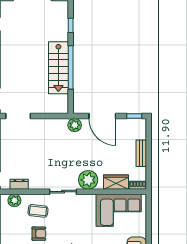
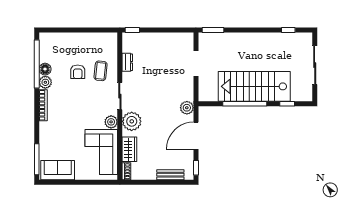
stairs: (58, 68) -> (254, 86), width x1.36, depth x1.51
doorway: (18, 116) -> (196, 63), moved
bench: (141, 153) -> (170, 175), moved
dresser: (19, 184) -> (127, 62), moved
plant: (14, 200) -> (111, 122), moved

